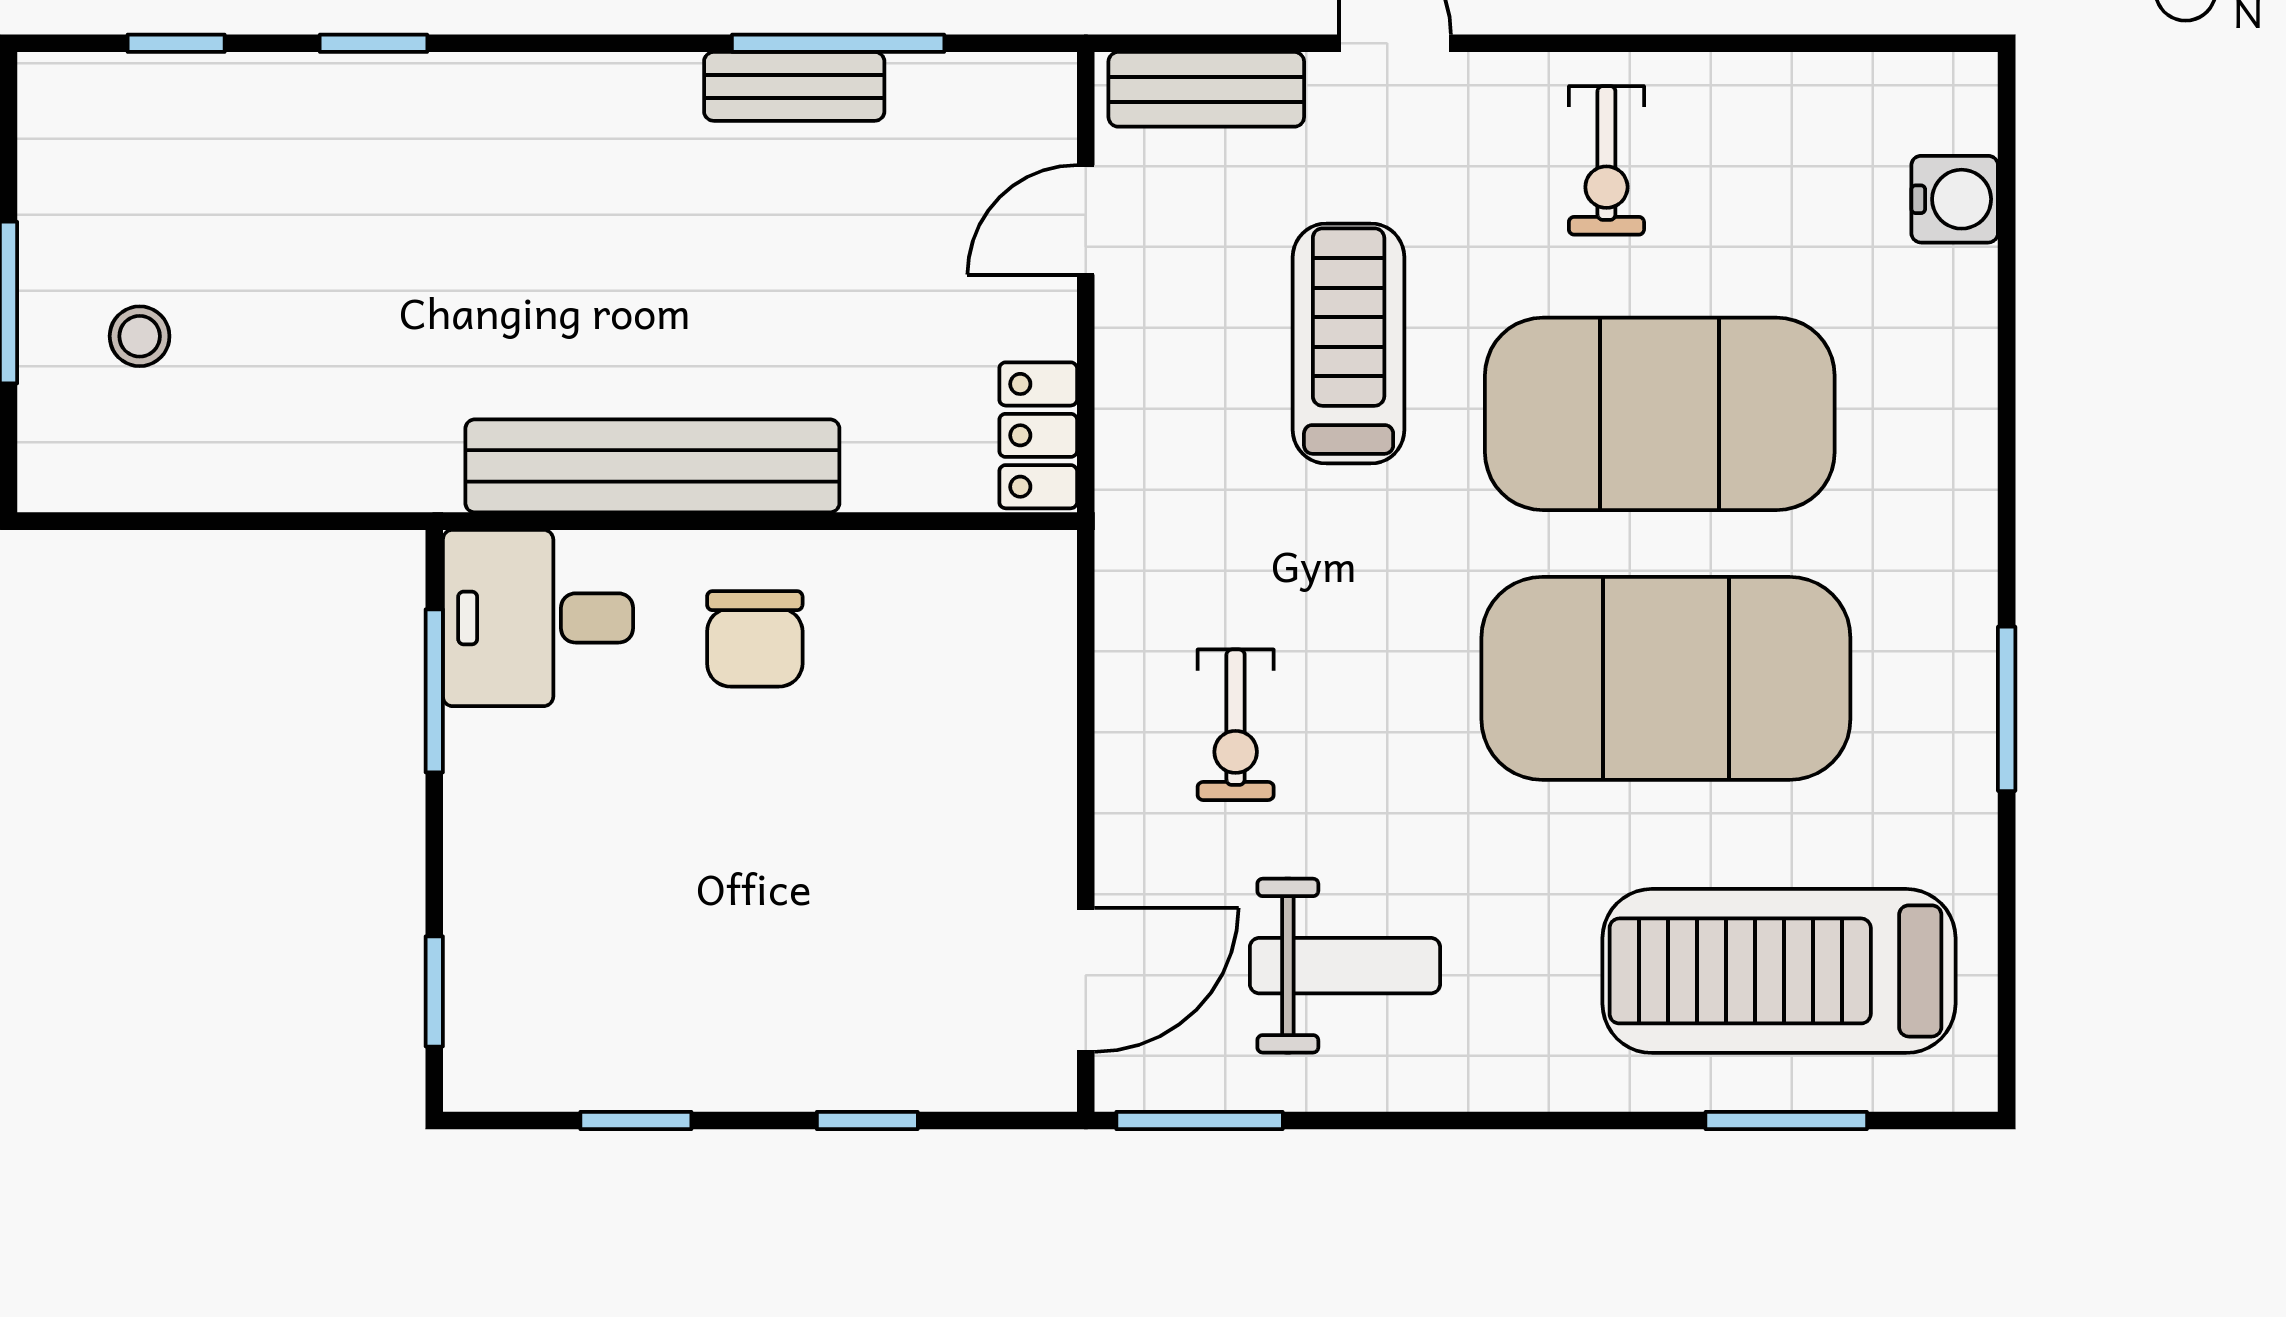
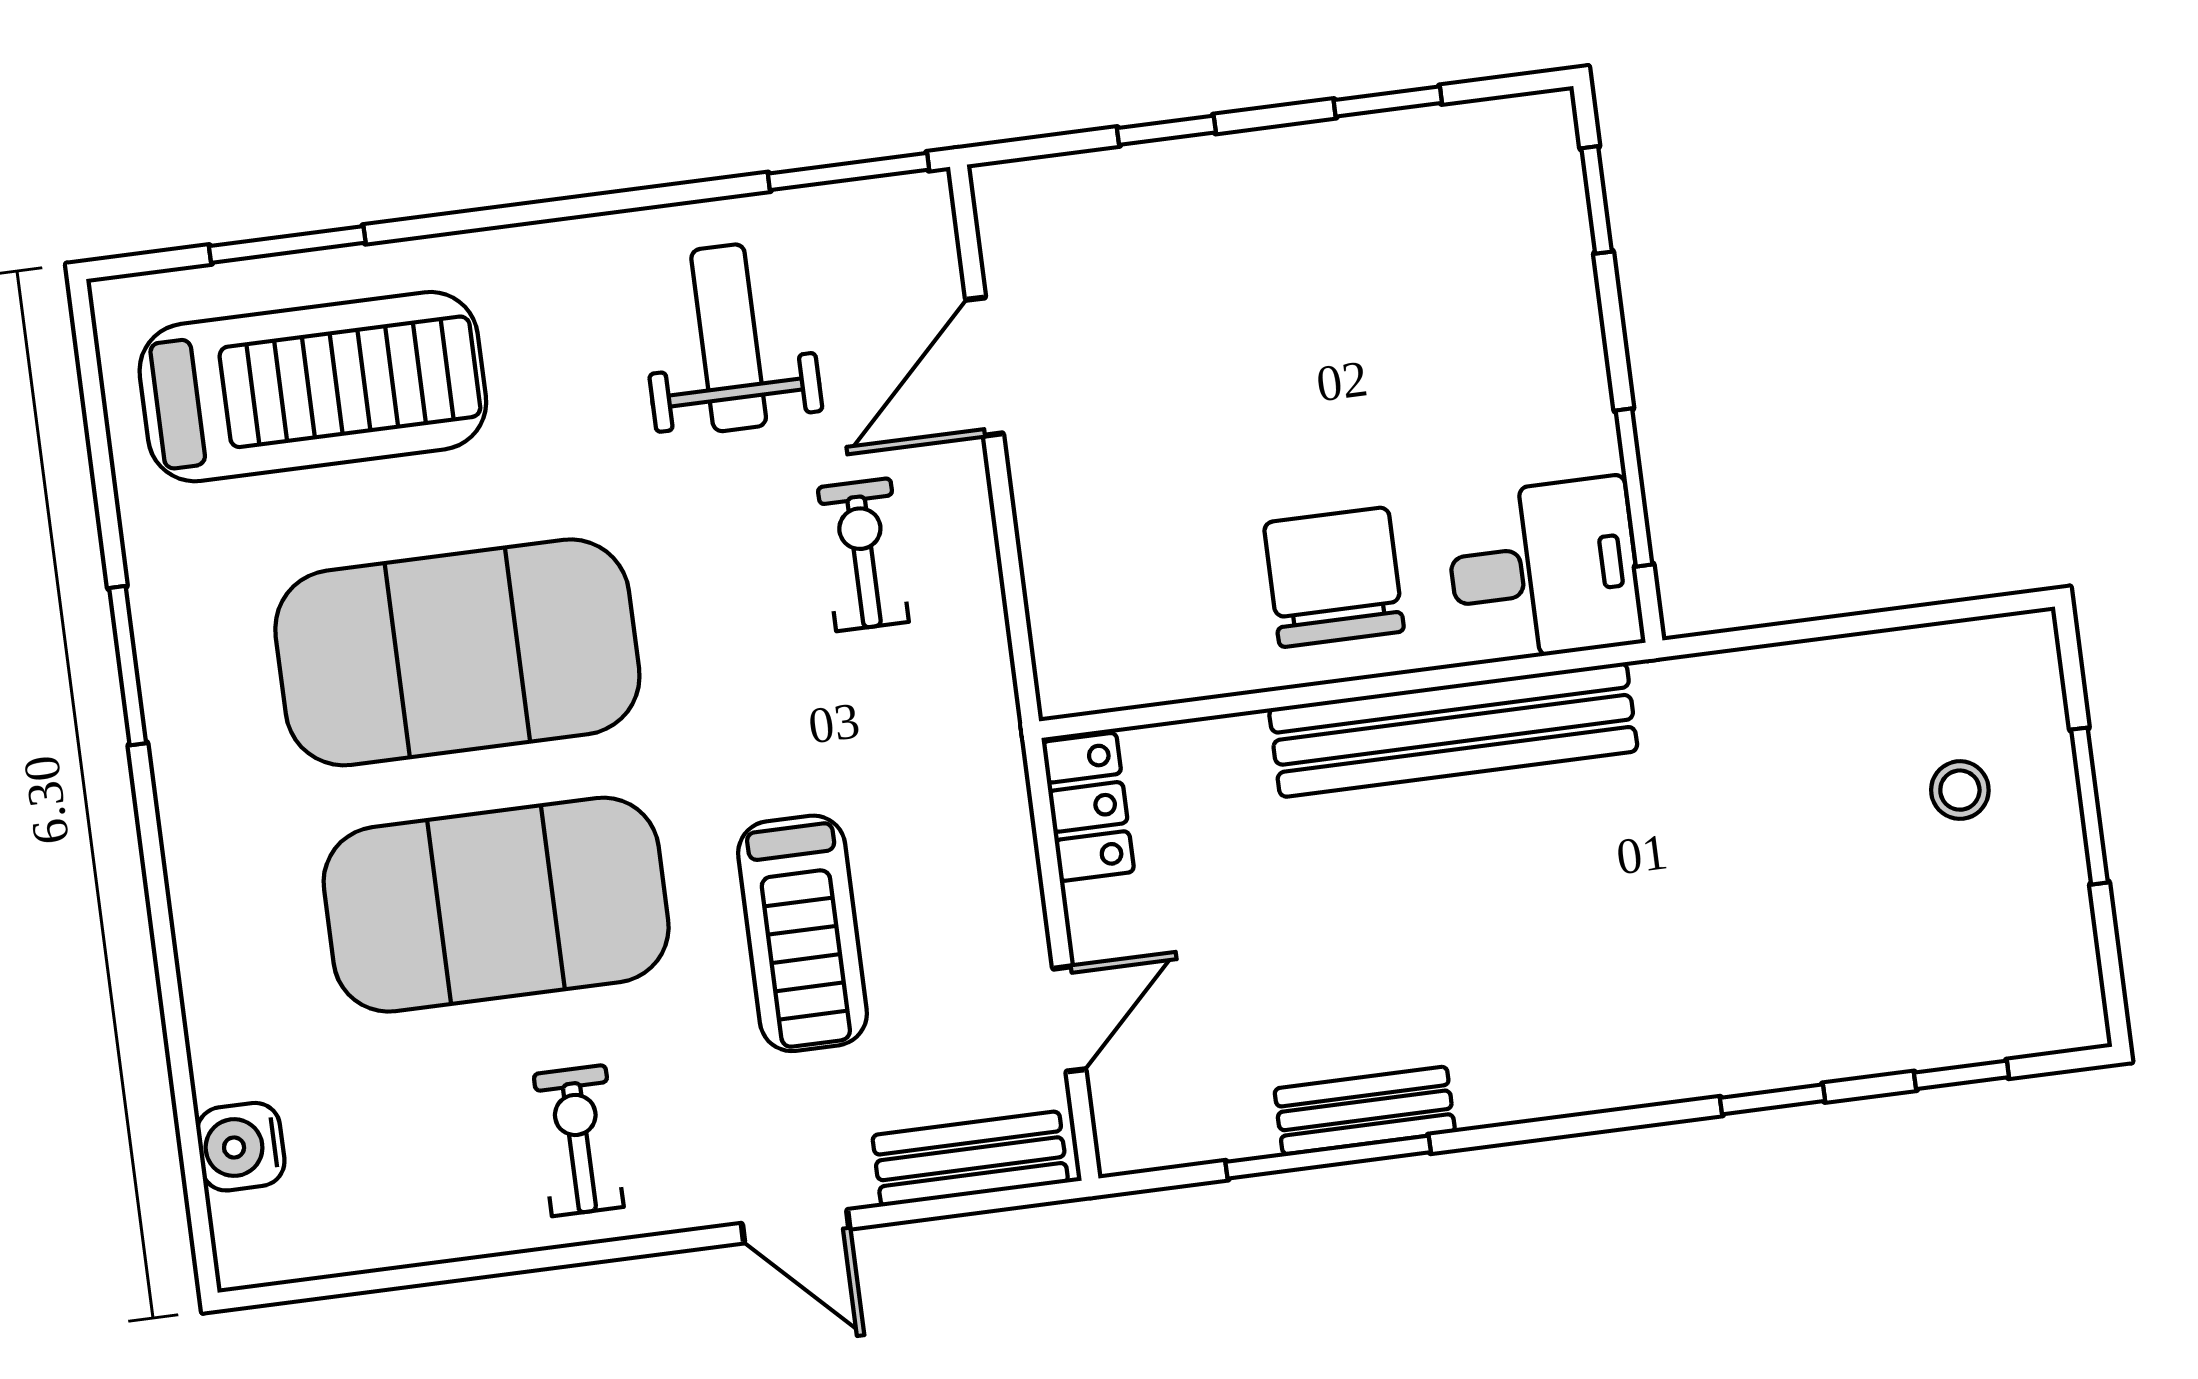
chair: (755, 639) -> (1334, 577), width x1.37, depth x1.37
weight bench: (1345, 966) -> (729, 338), turned 90
door: (1086, 980) -> (984, 367), moved

